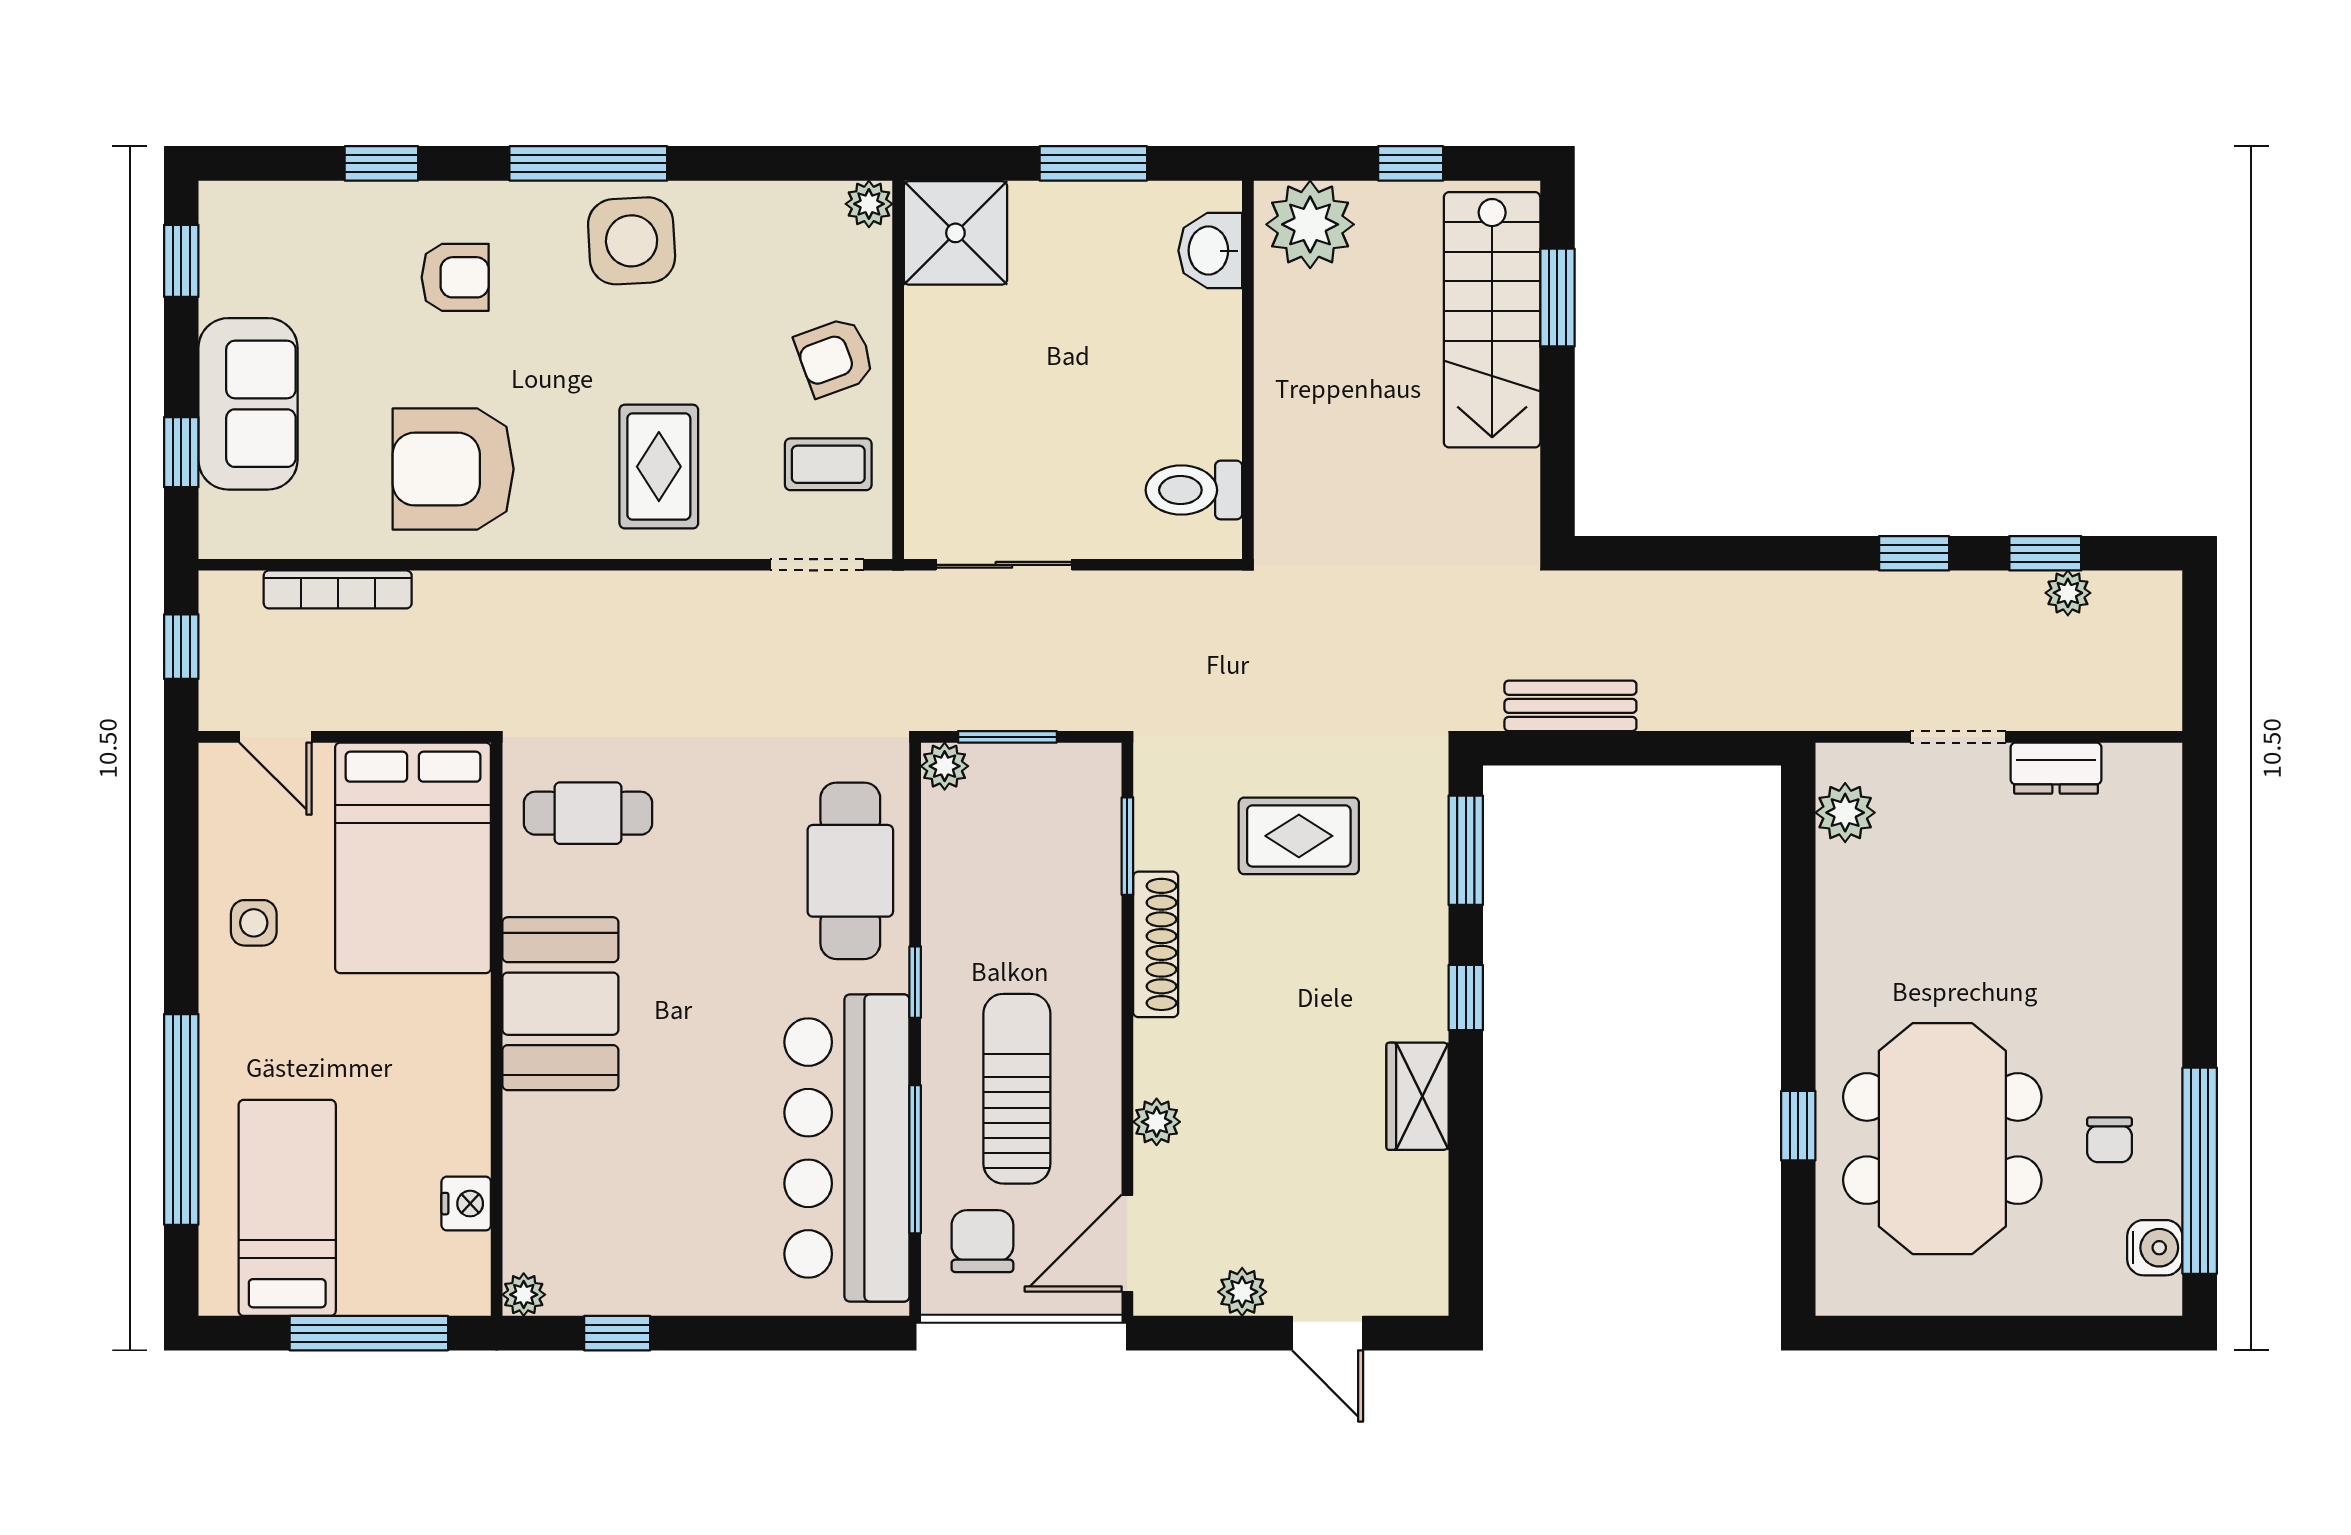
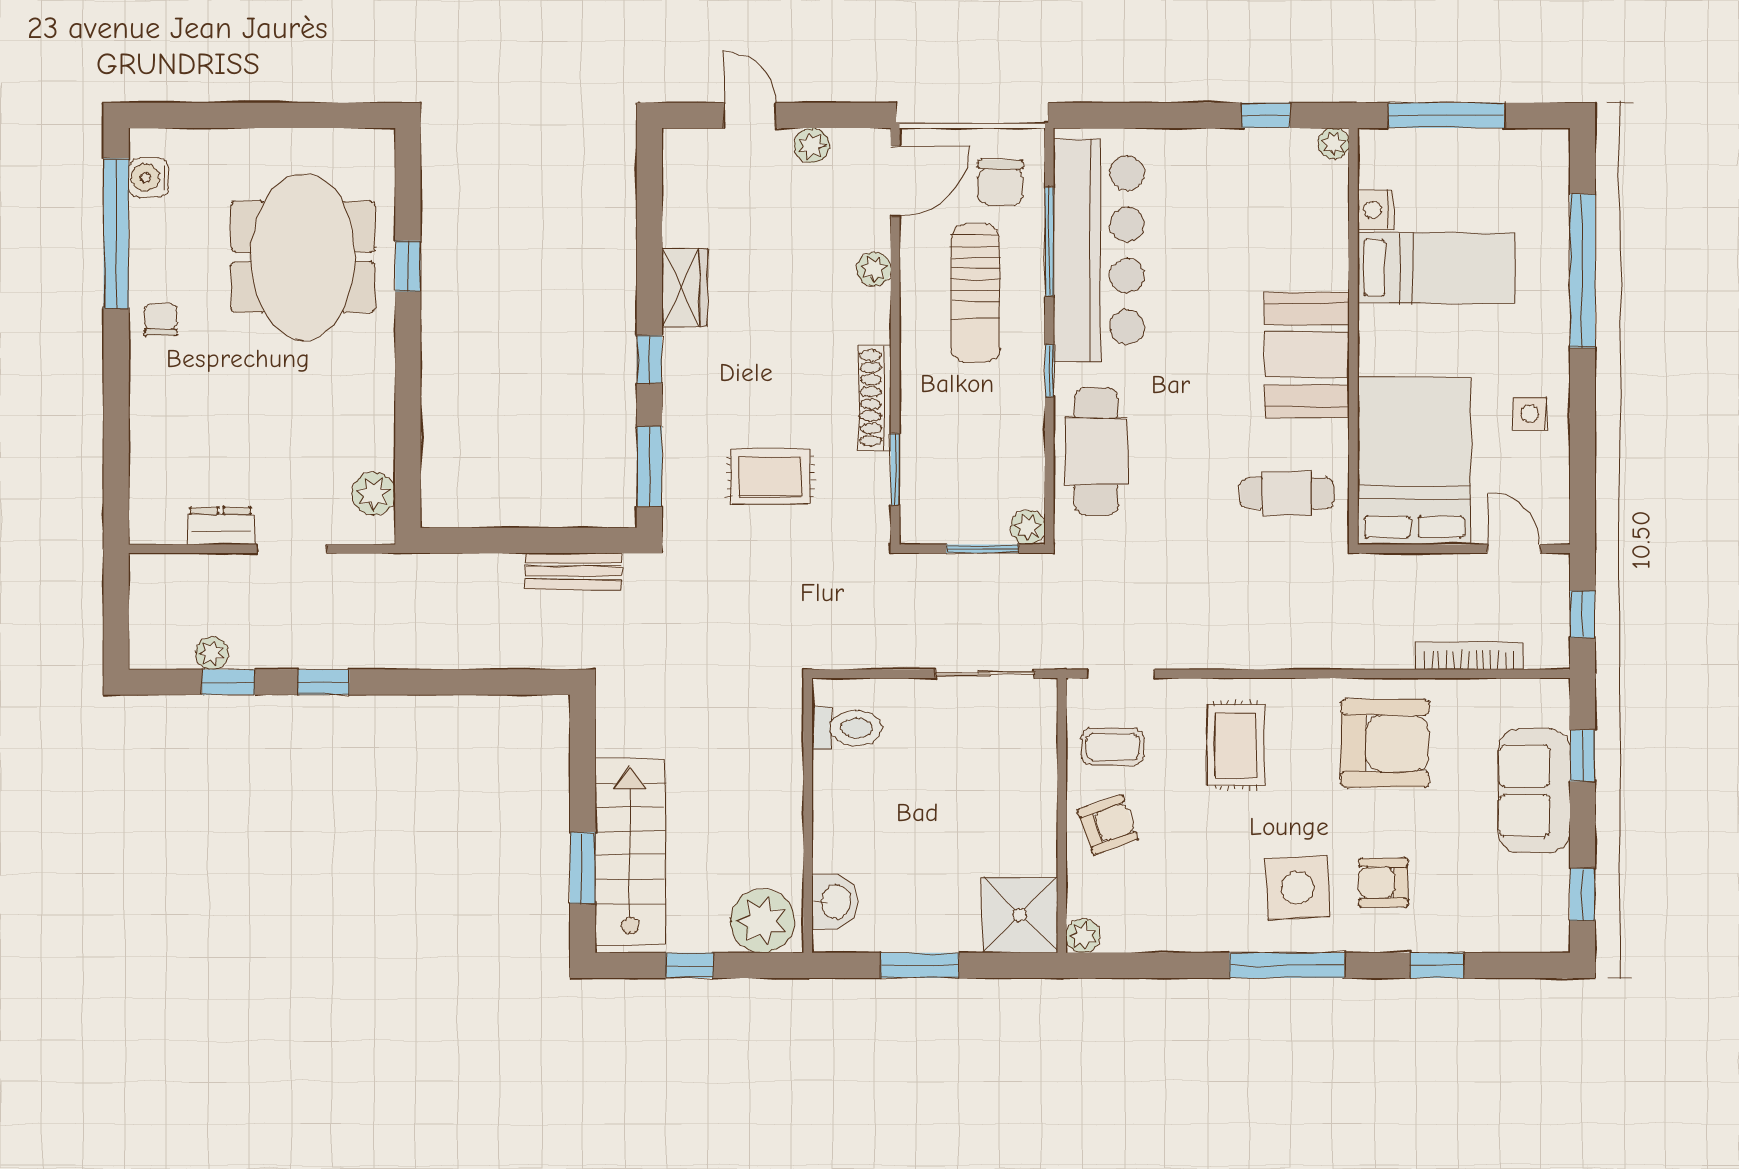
side table: (632, 241) -> (1298, 888), moved
chair: (2109, 1140) -> (161, 319), moved
bed: (287, 1208) -> (1436, 268), moved, turned -90

